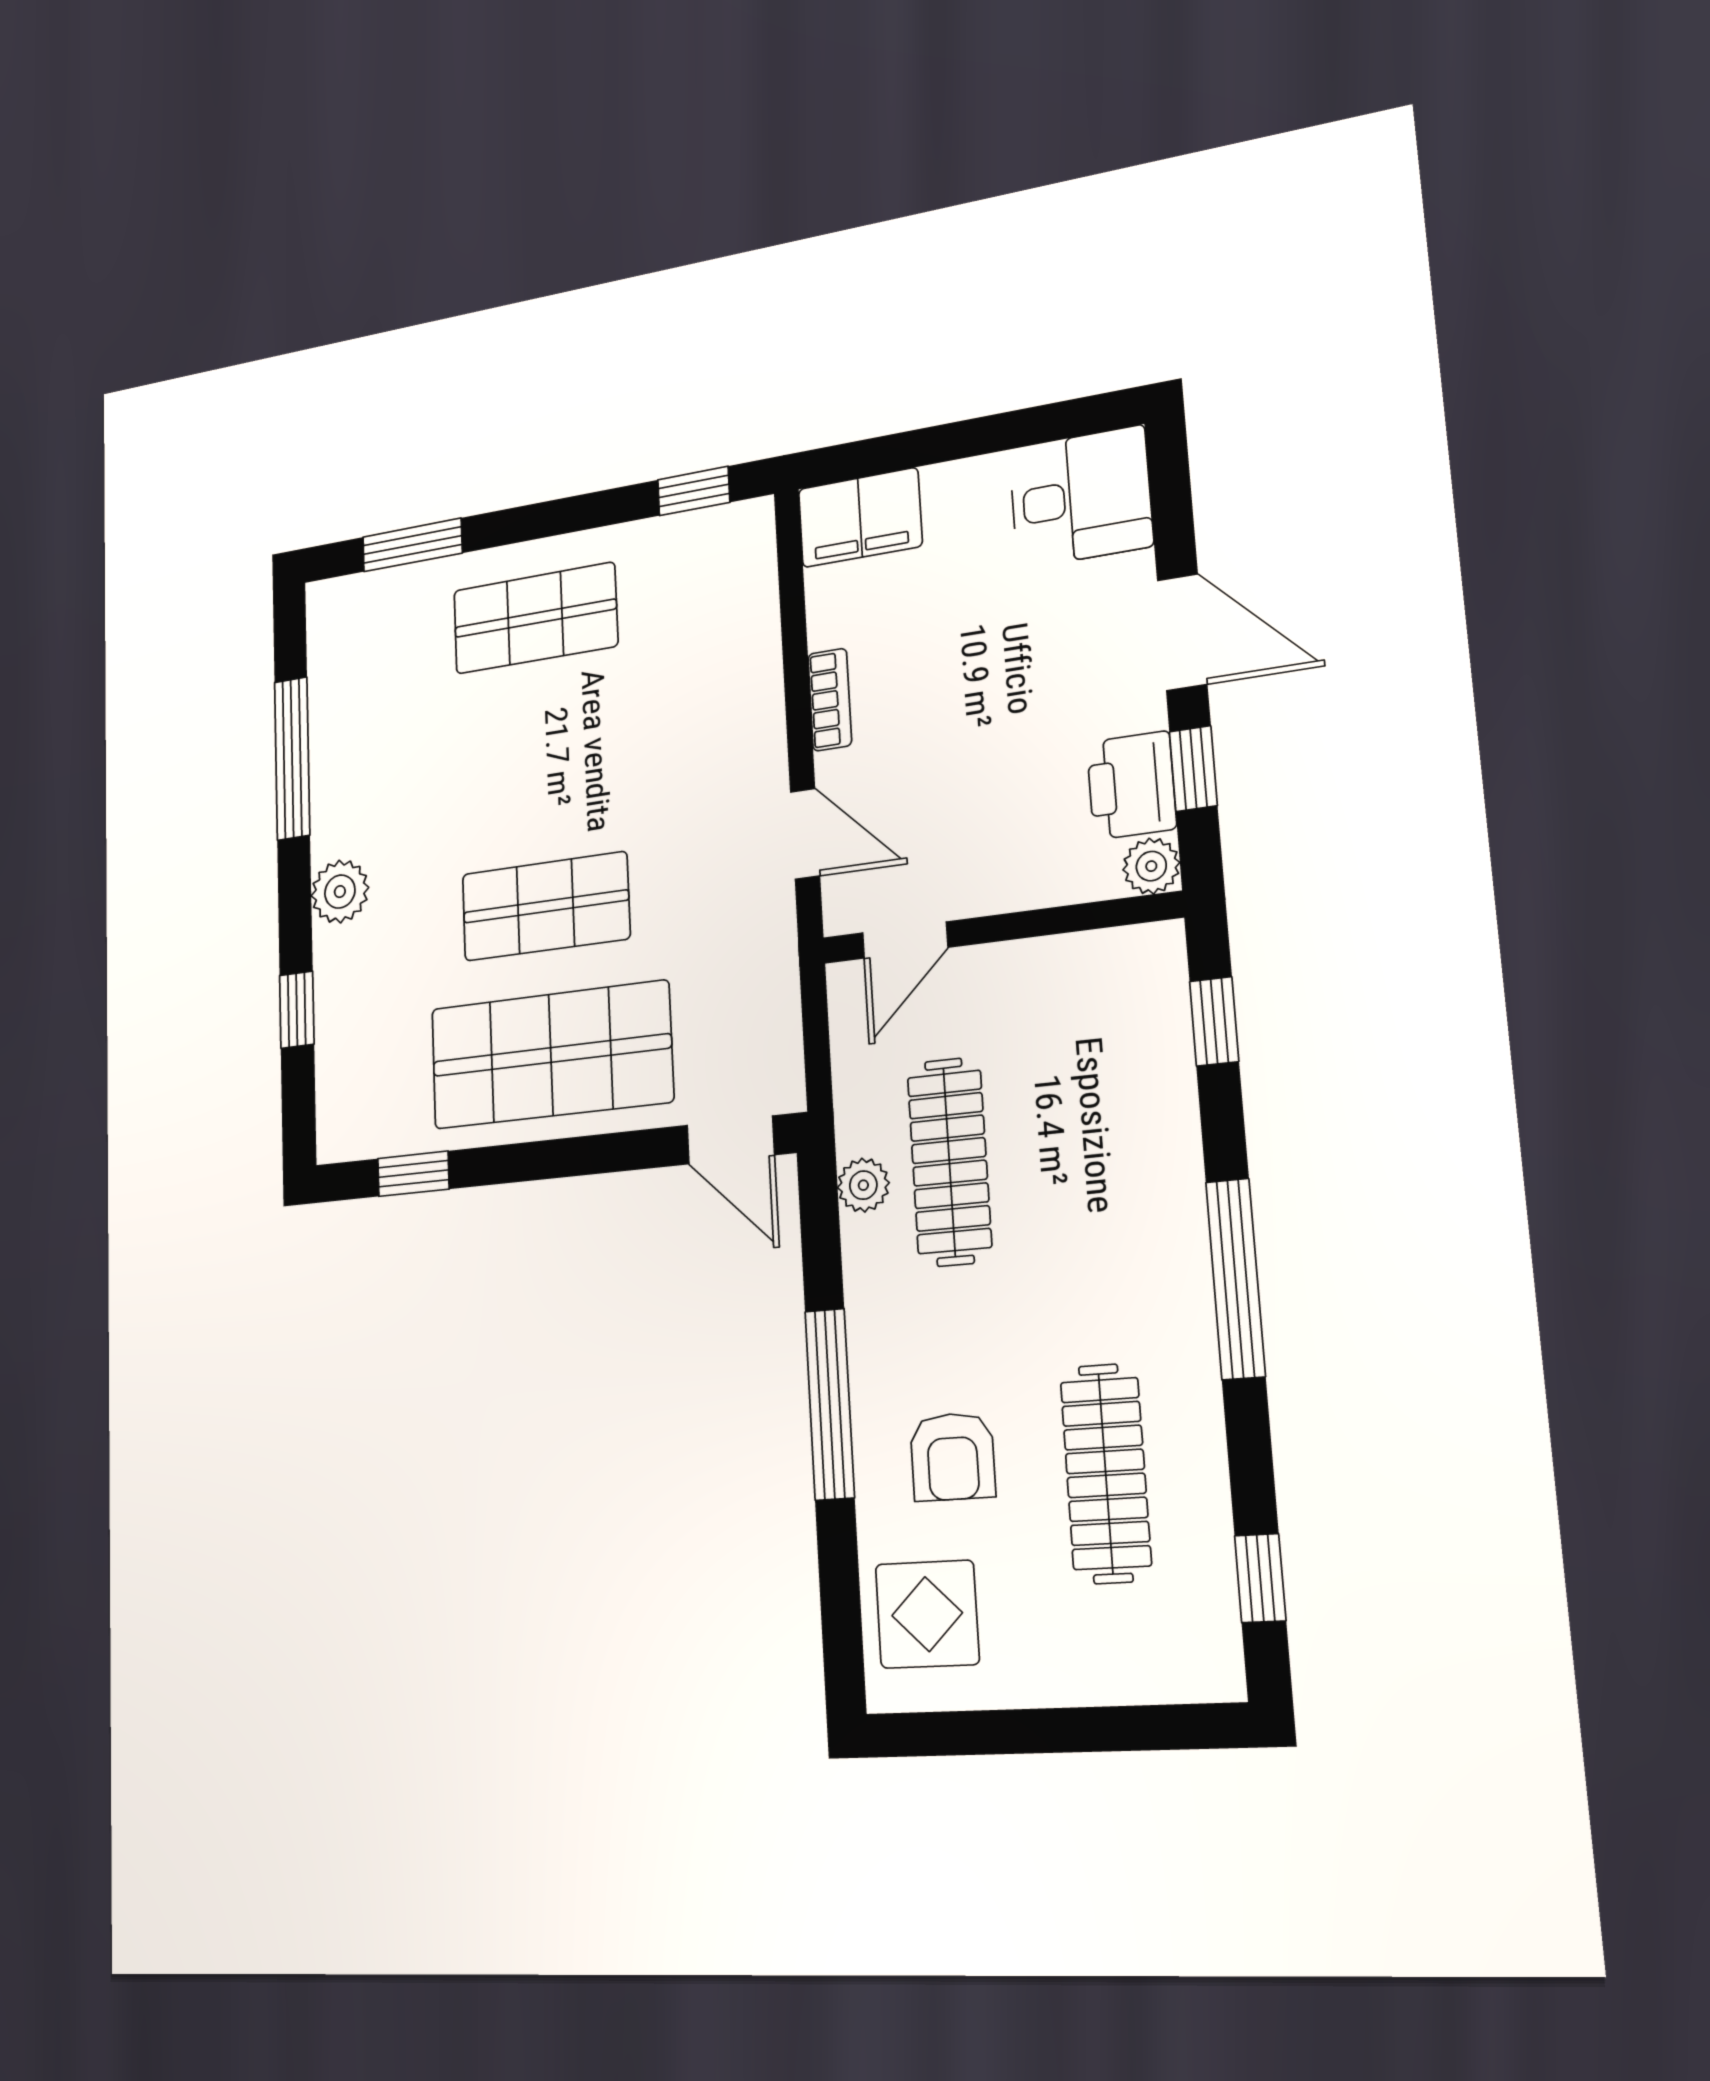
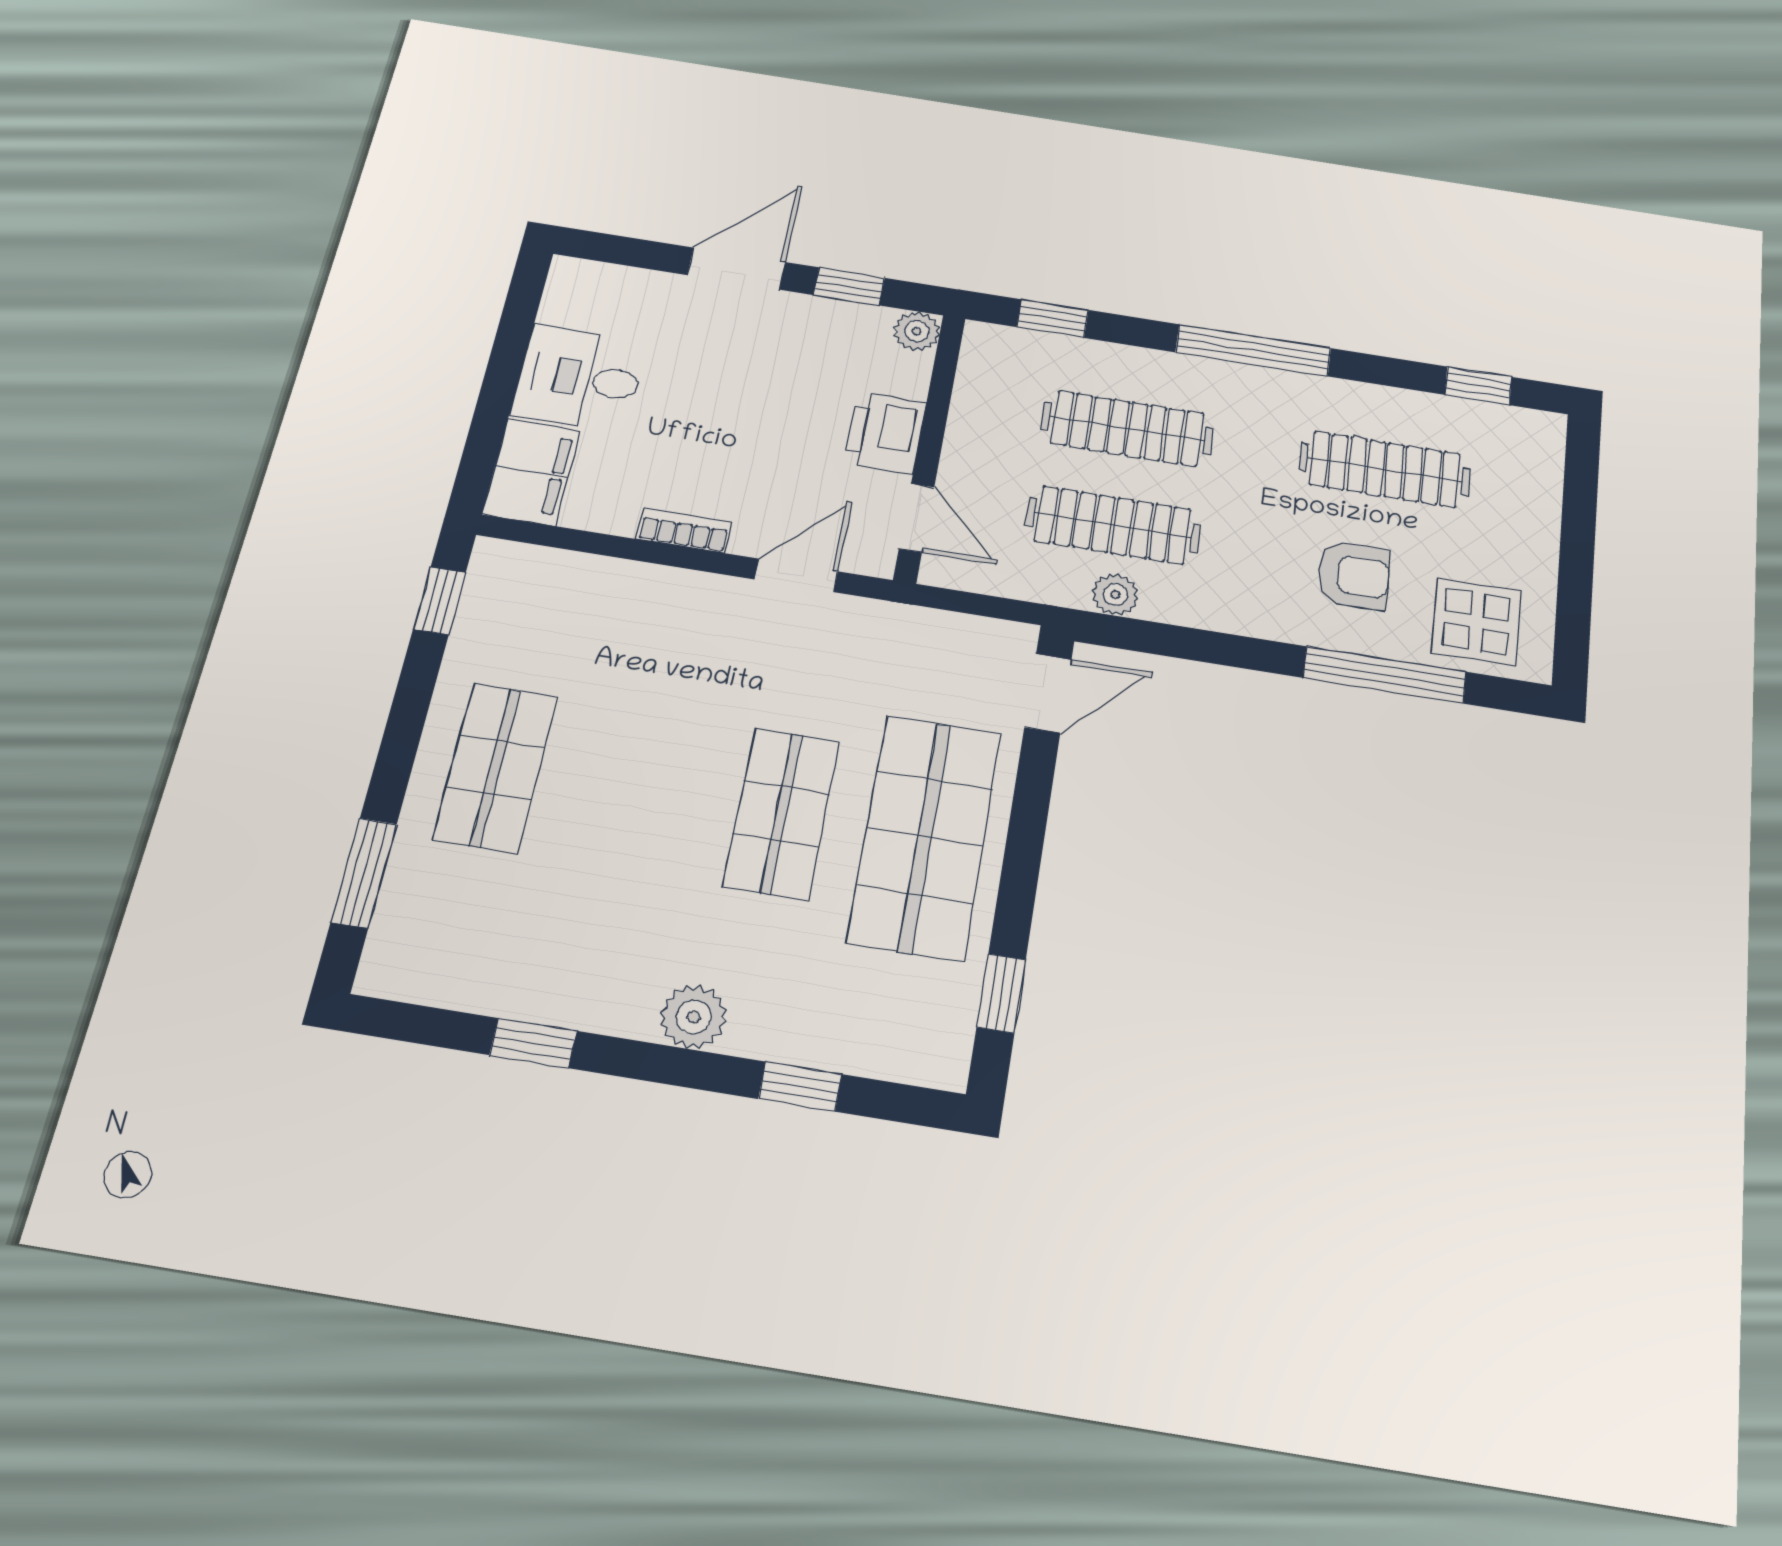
desk: (1081, 497) -> (579, 378), moved, turned -90
window: (292, 758) -> (533, 1043), width x0.46
printer: (1131, 785) -> (885, 433), moved, turned 90
clothes rail: (1082, 1148) -> (1127, 428), added
window: (830, 1404) -> (1385, 675), moved

